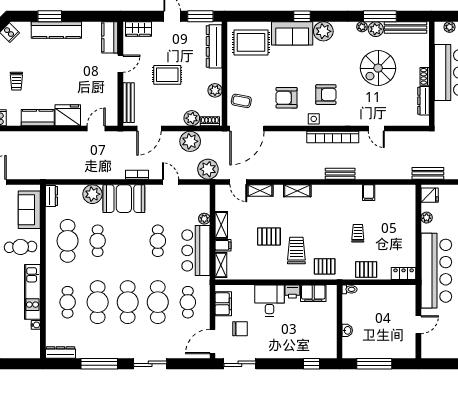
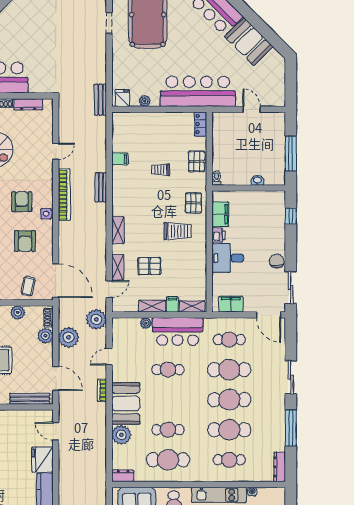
pallet: (269, 236) -> (149, 266), moved, turned 90
trolley: (296, 250) -> (178, 231), turned 180
chair: (240, 329) -> (277, 261), moved

